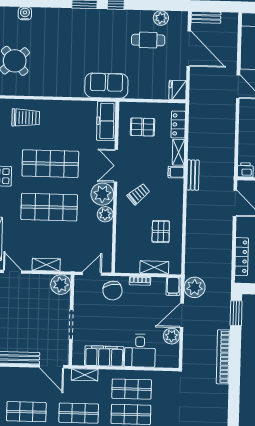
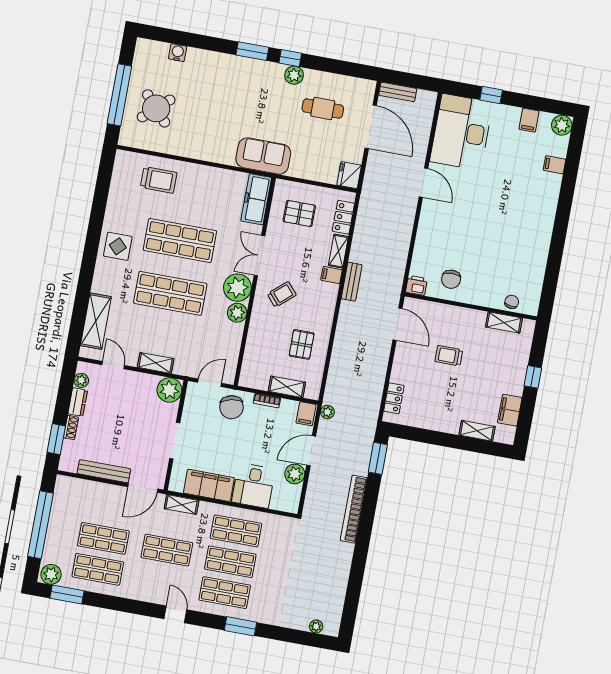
plant: (161, 18) -> (294, 75), moved
locker: (242, 257) -> (394, 398), width x0.66
plant: (195, 287) -> (327, 412), width x0.53, depth x0.53
door: (52, 366) -> (143, 488), hinge flipped

